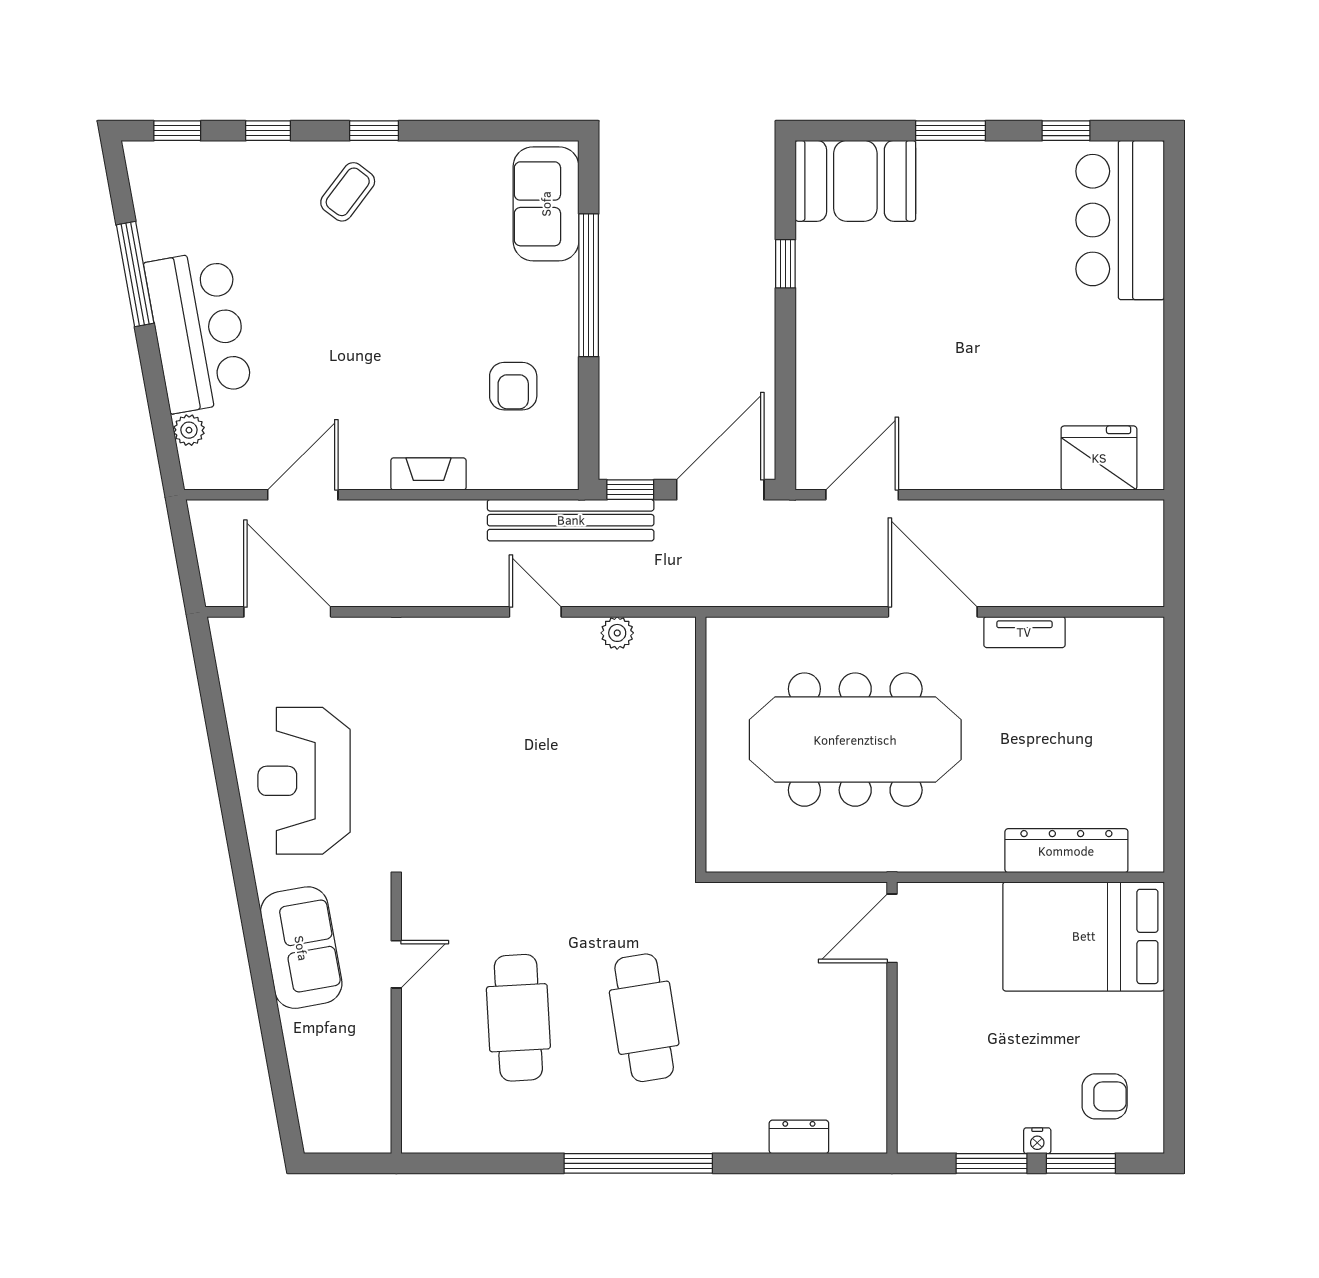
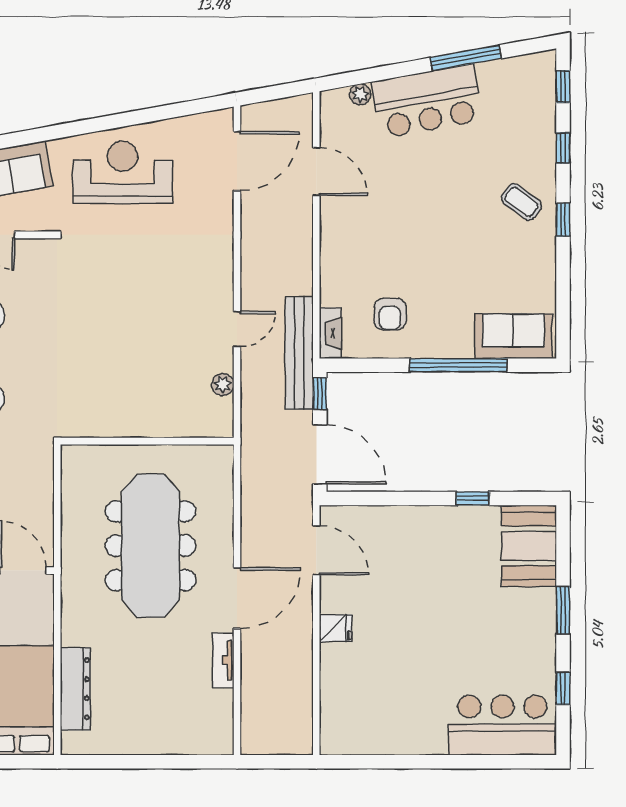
armchair: (513, 386) -> (390, 314), turned -90
fridge: (1099, 458) -> (336, 628), moved, width x0.53, depth x0.75
fireplace: (428, 474) -> (330, 333), moved

